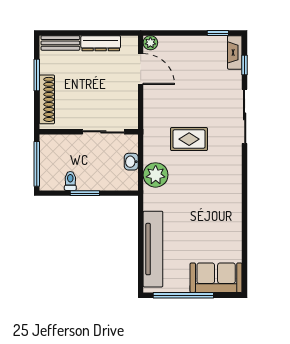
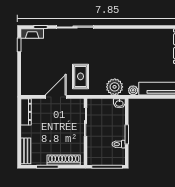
dresser: (101, 43) -> (26, 112), moved
plant: (150, 43) -> (133, 90), moved
door: (141, 69) -> (56, 97), moved
rug: (189, 139) -> (81, 76), moved
washbasin: (131, 162) -> (119, 103), moved

